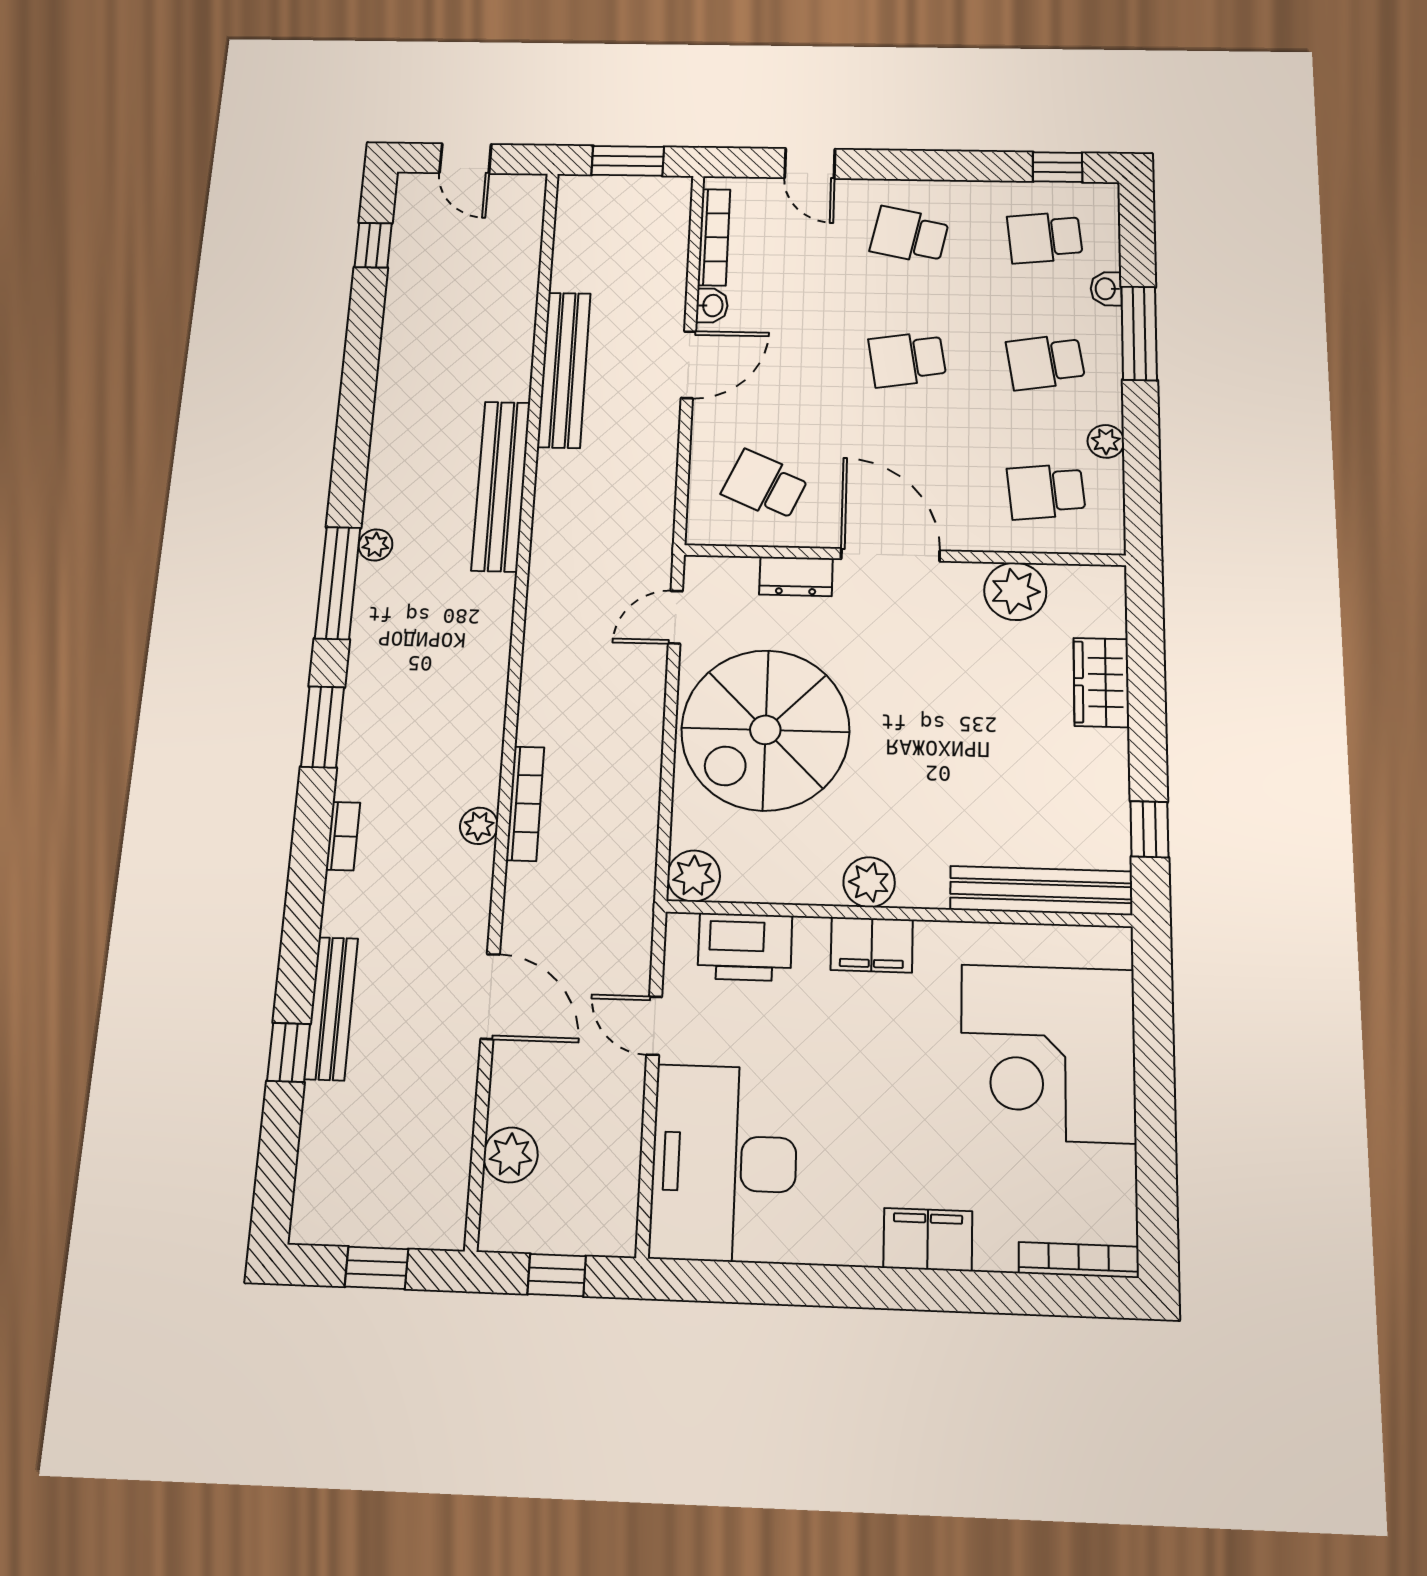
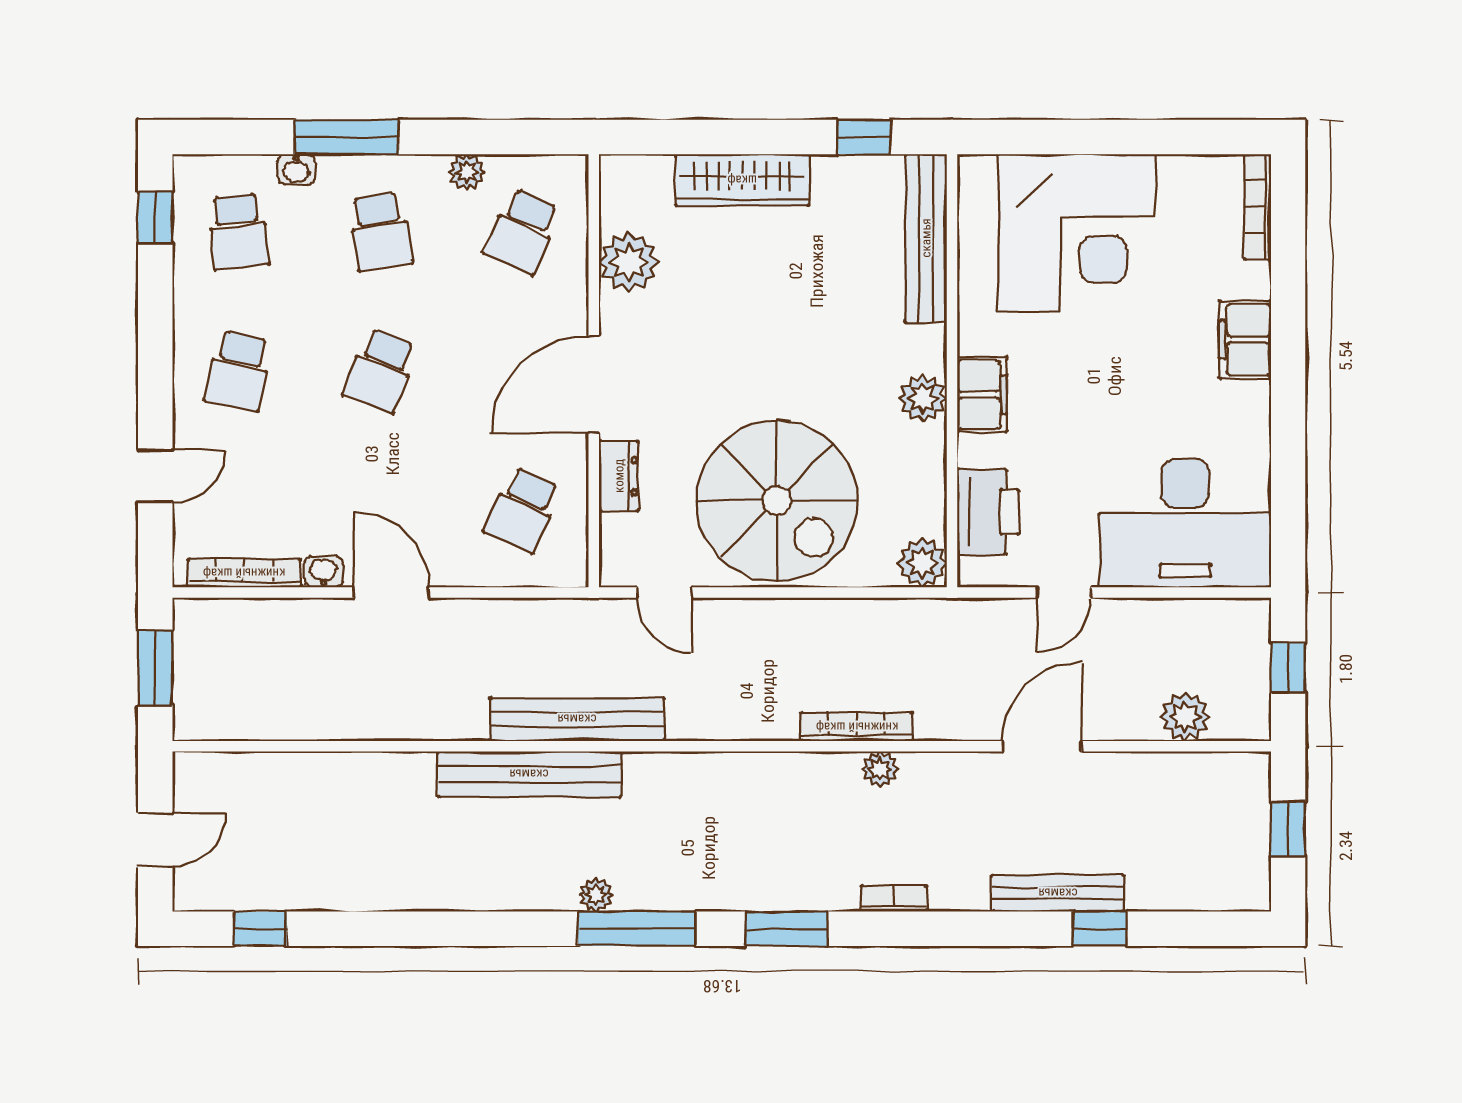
school desk: (907, 359) -> (380, 371), turned 30
bench: (564, 370) -> (577, 719), moved
school desk: (1046, 491) -> (522, 232), turned 30
wardrobe: (1101, 682) -> (742, 180), width x1.50

